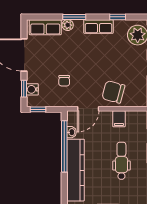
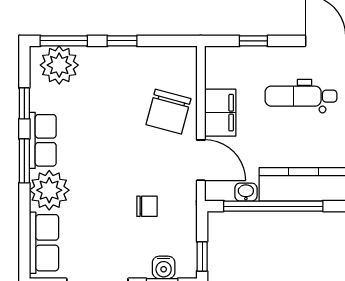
window: (74, 17) -> (24, 161), moved
plant: (68, 25) -> (49, 190), width x1.87, depth x1.87
filing cabinet: (119, 119) -> (220, 113), width x2.00

